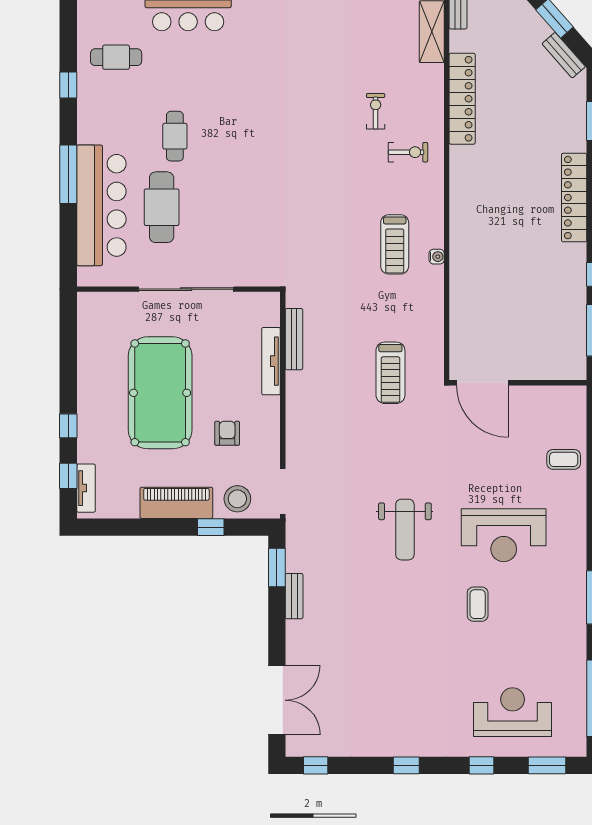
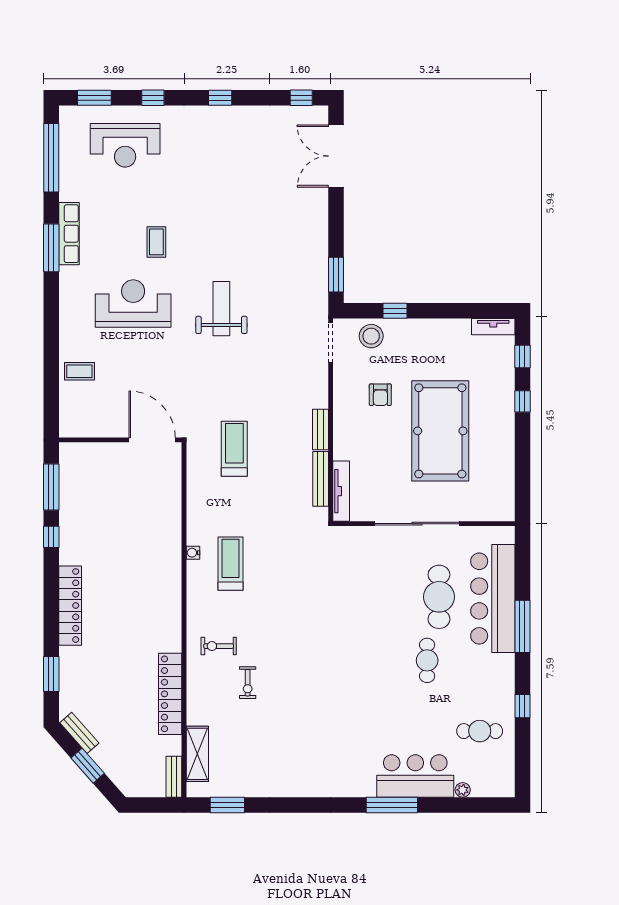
tv unit: (271, 361) -> (341, 491), moved
tv unit: (86, 488) -> (493, 327), moved, turned -90
piano: (176, 503) -> (426, 333), removed
bench: (294, 596) -> (321, 429), moved
row of seats: (575, 613) -> (69, 234), added

